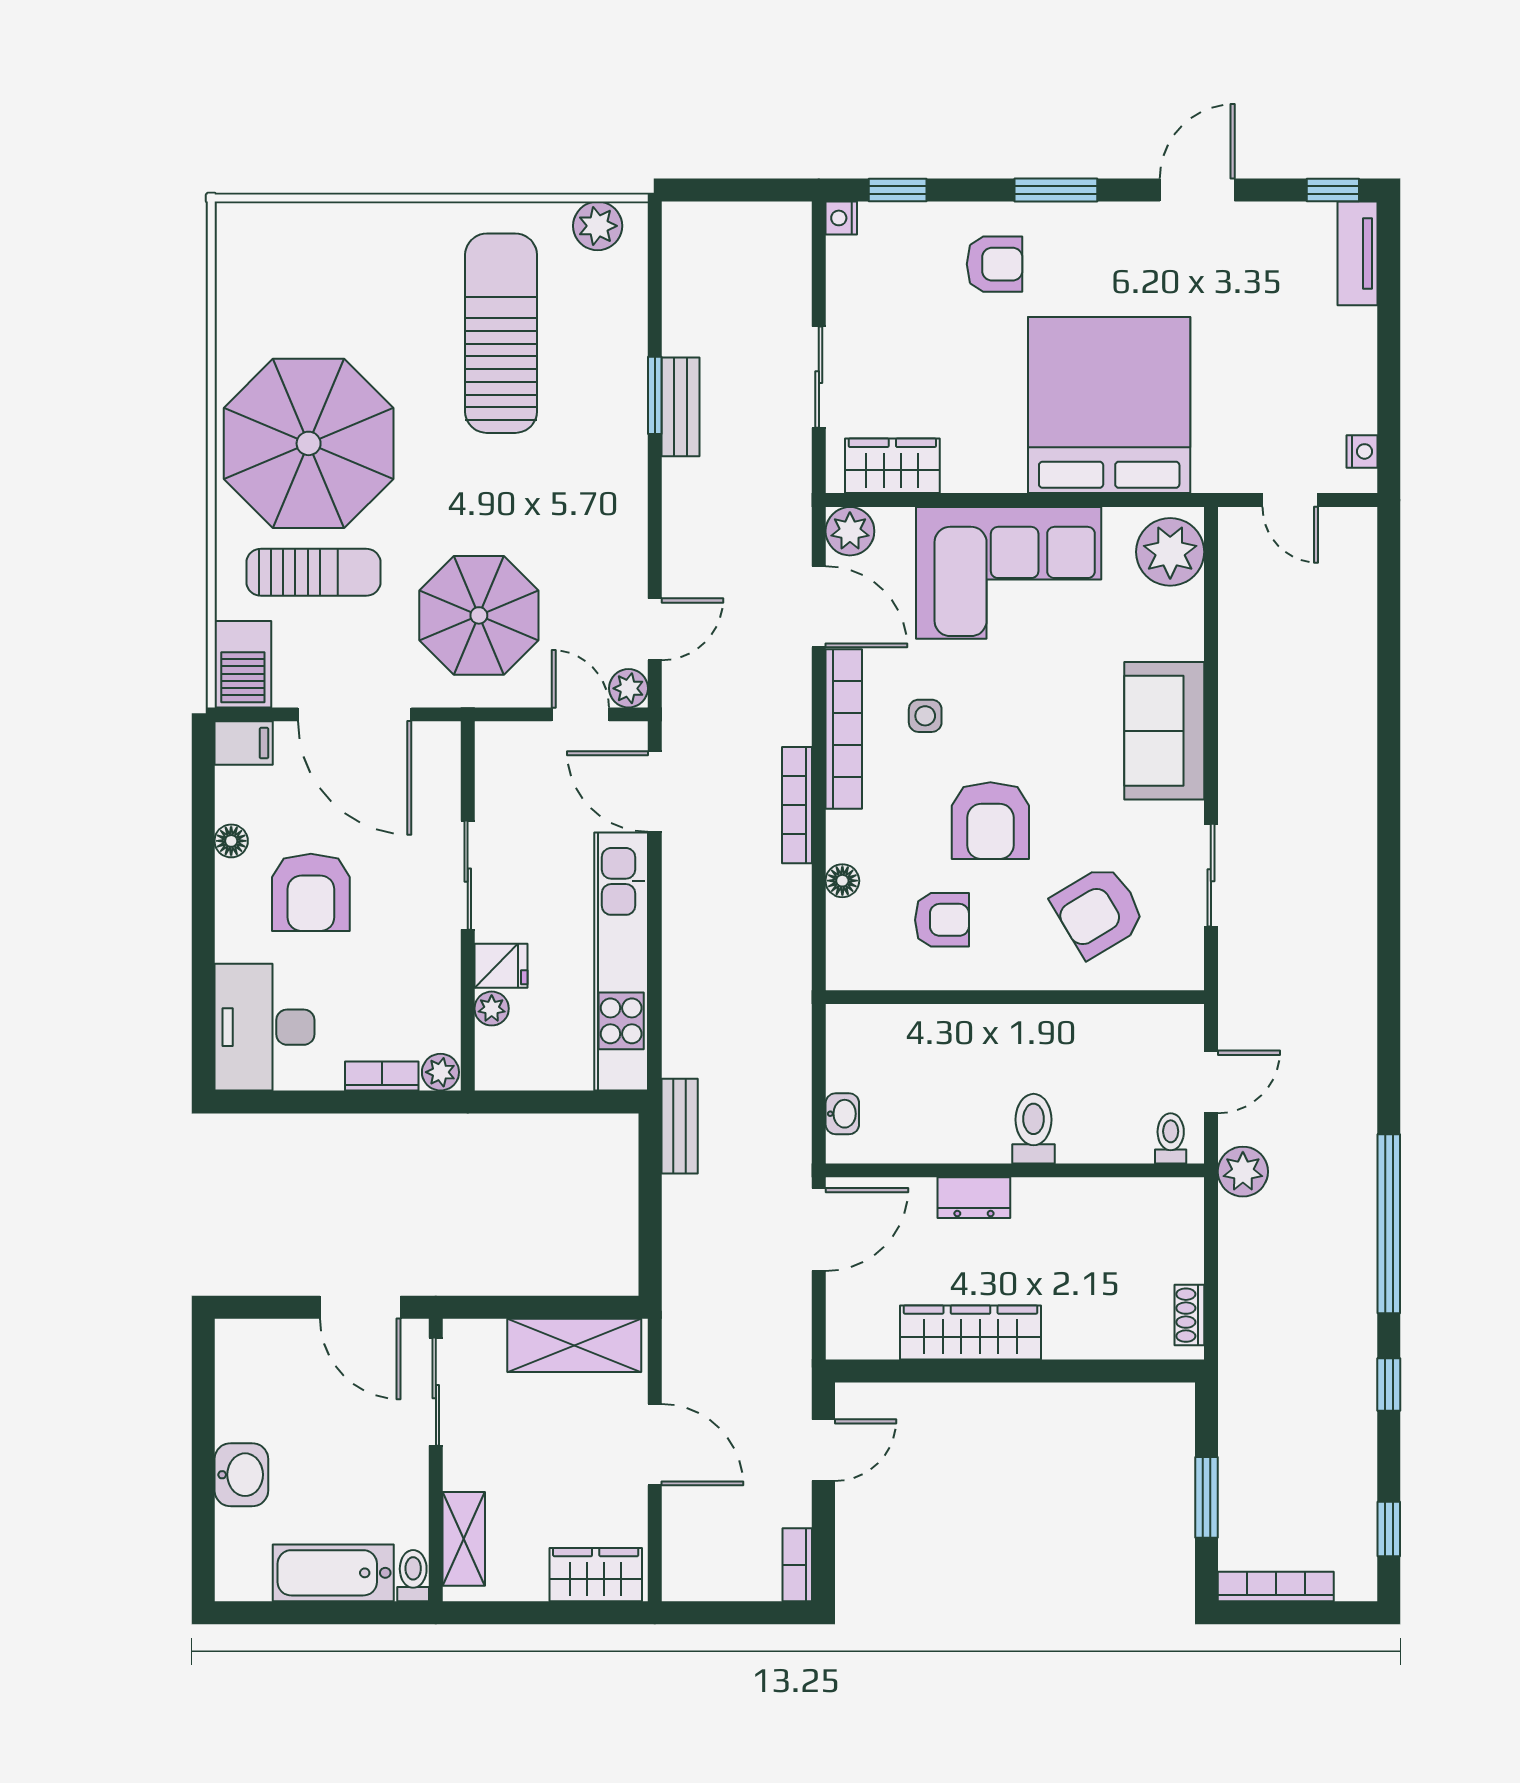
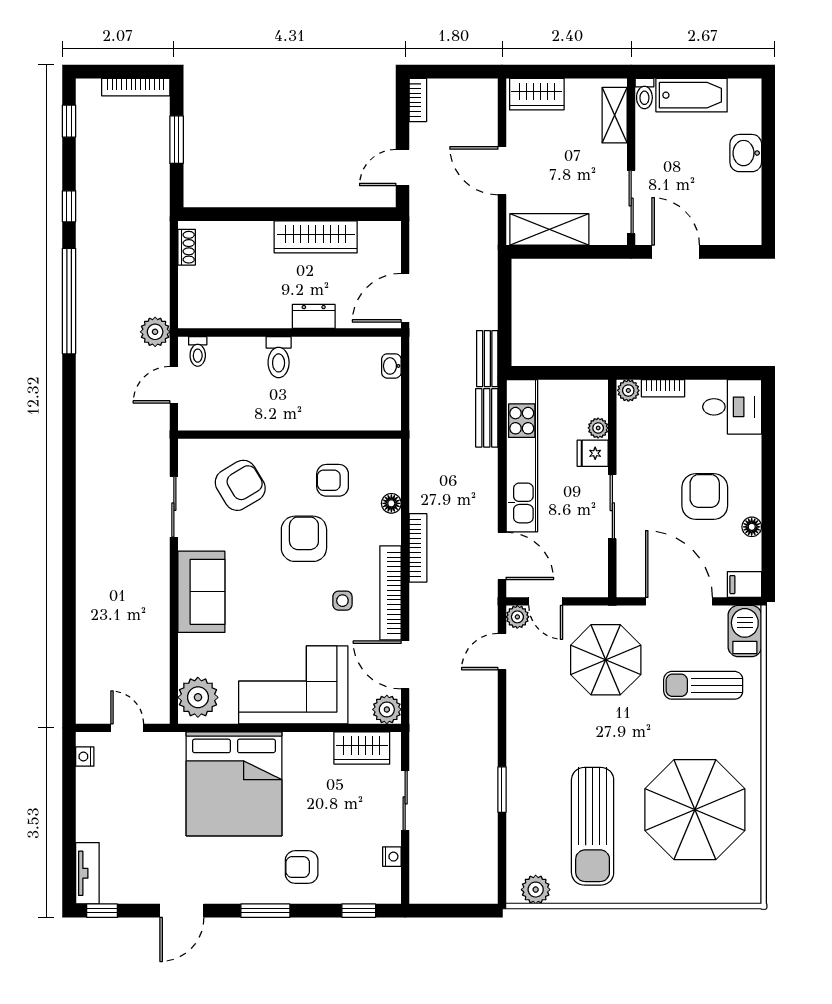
nightstand: (841, 218) -> (392, 857), moved
bench: (680, 407) -> (487, 418), moved
parasol: (309, 443) -> (695, 810), moved
desk: (264, 1027) -> (732, 407), width x0.73

